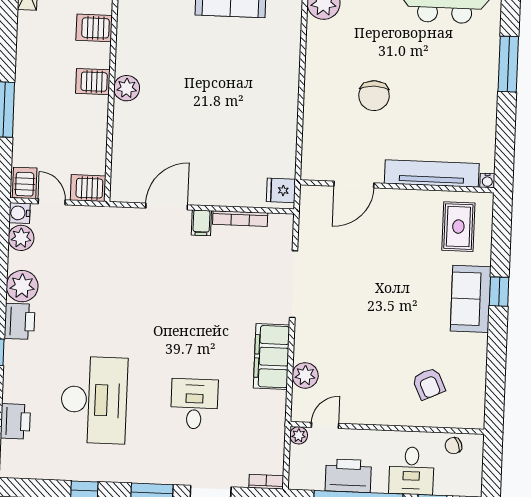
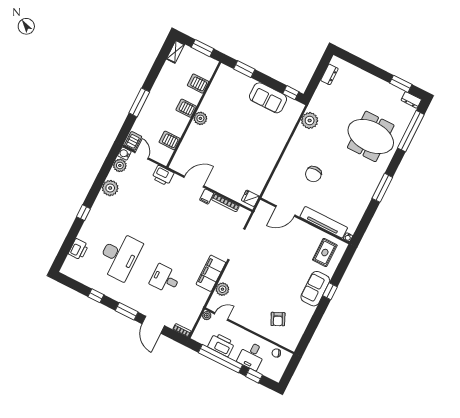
server rack: (88, 188) -> (170, 140), moved
printer: (20, 321) -> (163, 176), moved, turned 90
desk: (194, 404) -> (165, 279), turned -90

